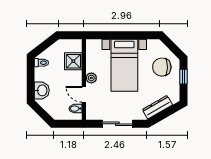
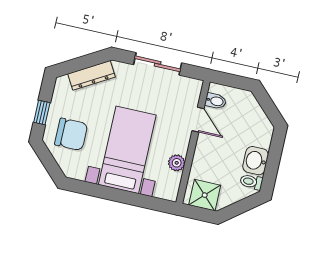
shower: (73, 61) -> (205, 195), moved
plant: (91, 78) -> (177, 163), moved
washbasin: (42, 90) -> (256, 161), moved

